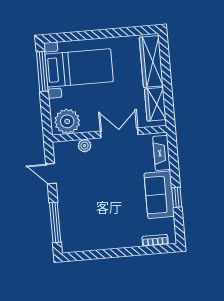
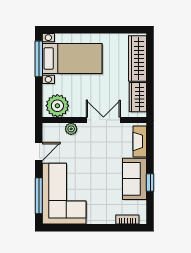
door: (51, 174) -> (39, 152), swing flipped
corner sofa: (83, 218) -> (64, 194), added

